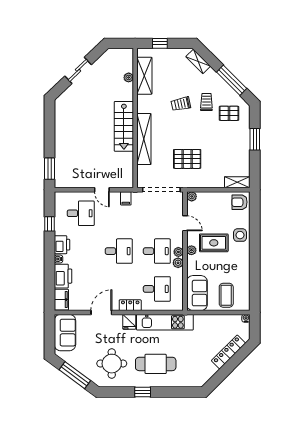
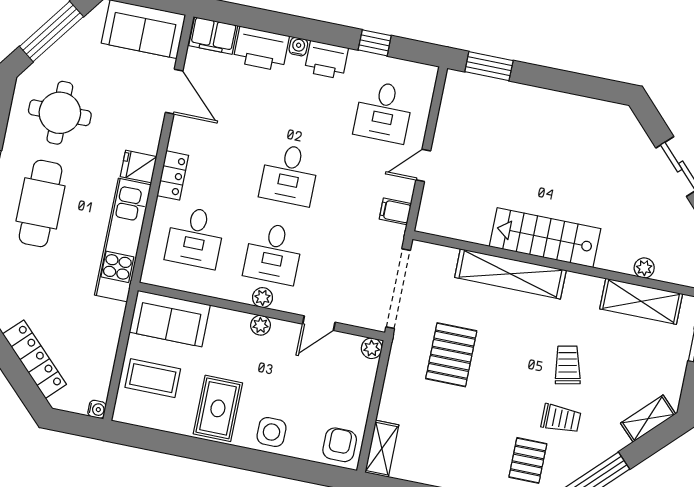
rug: (214, 243) -> (218, 408), moved
plant: (178, 263) -> (240, 292), removed
door: (101, 312) -> (174, 92), moved

